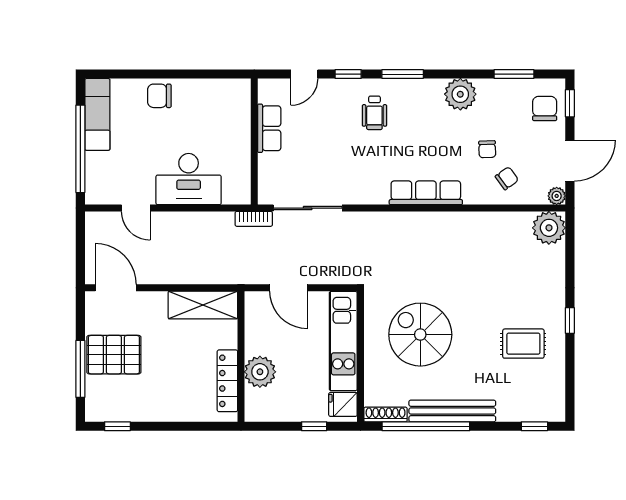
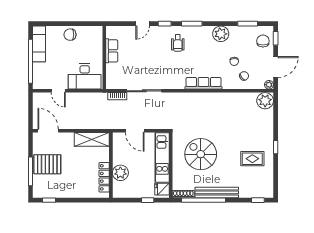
row of seats: (269, 128) -> (112, 51), moved
wall: (254, 142) -> (104, 58), moved

